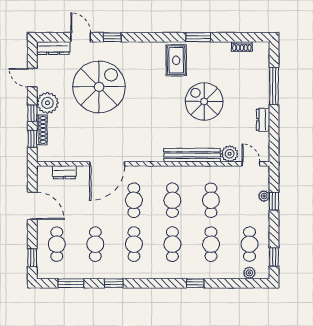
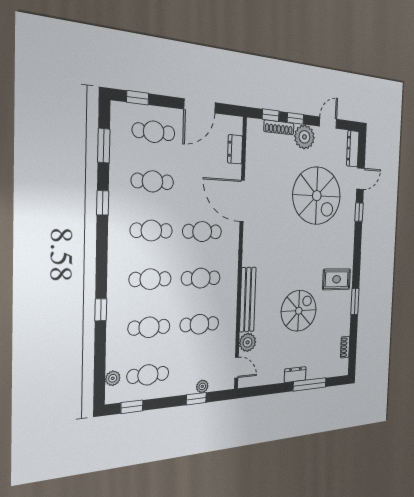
dresser: (263, 120) -> (295, 375), moved
door: (251, 164) -> (237, 368), hinge flipped

